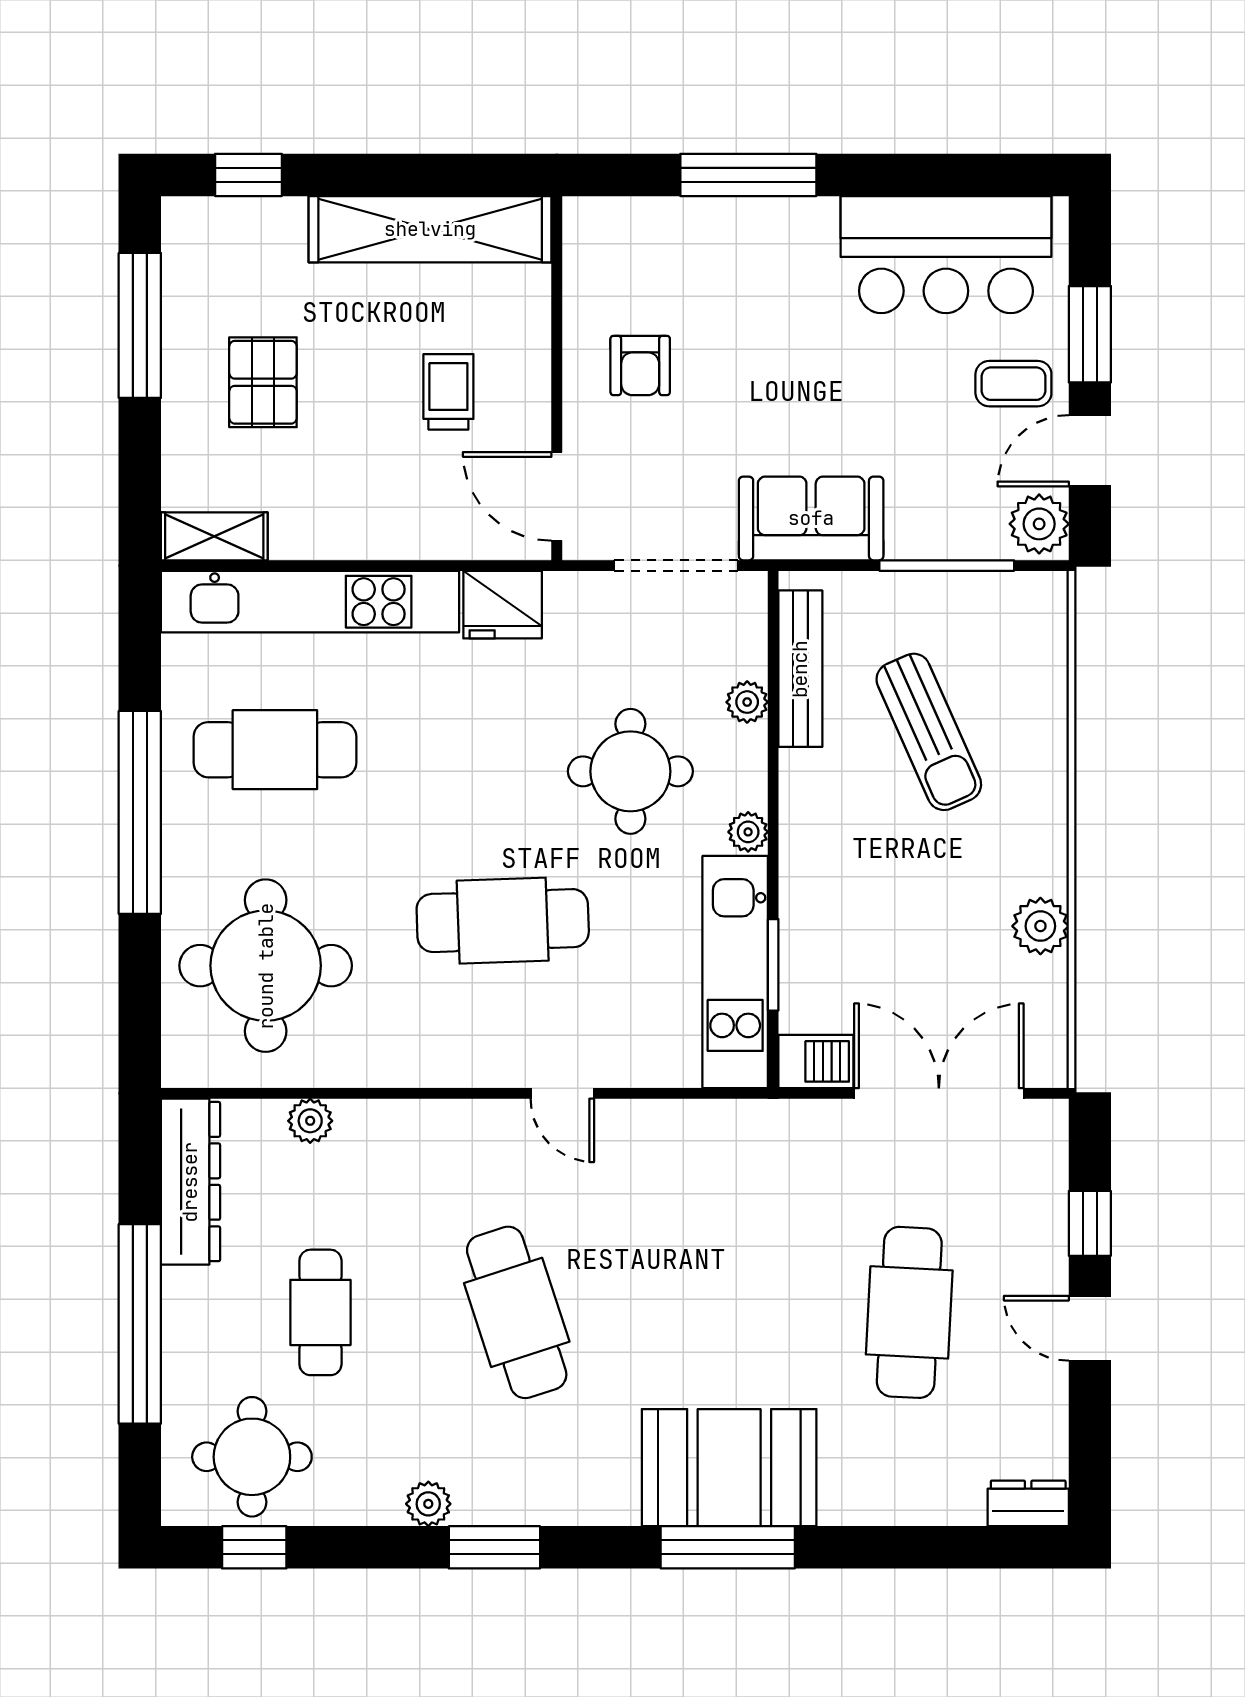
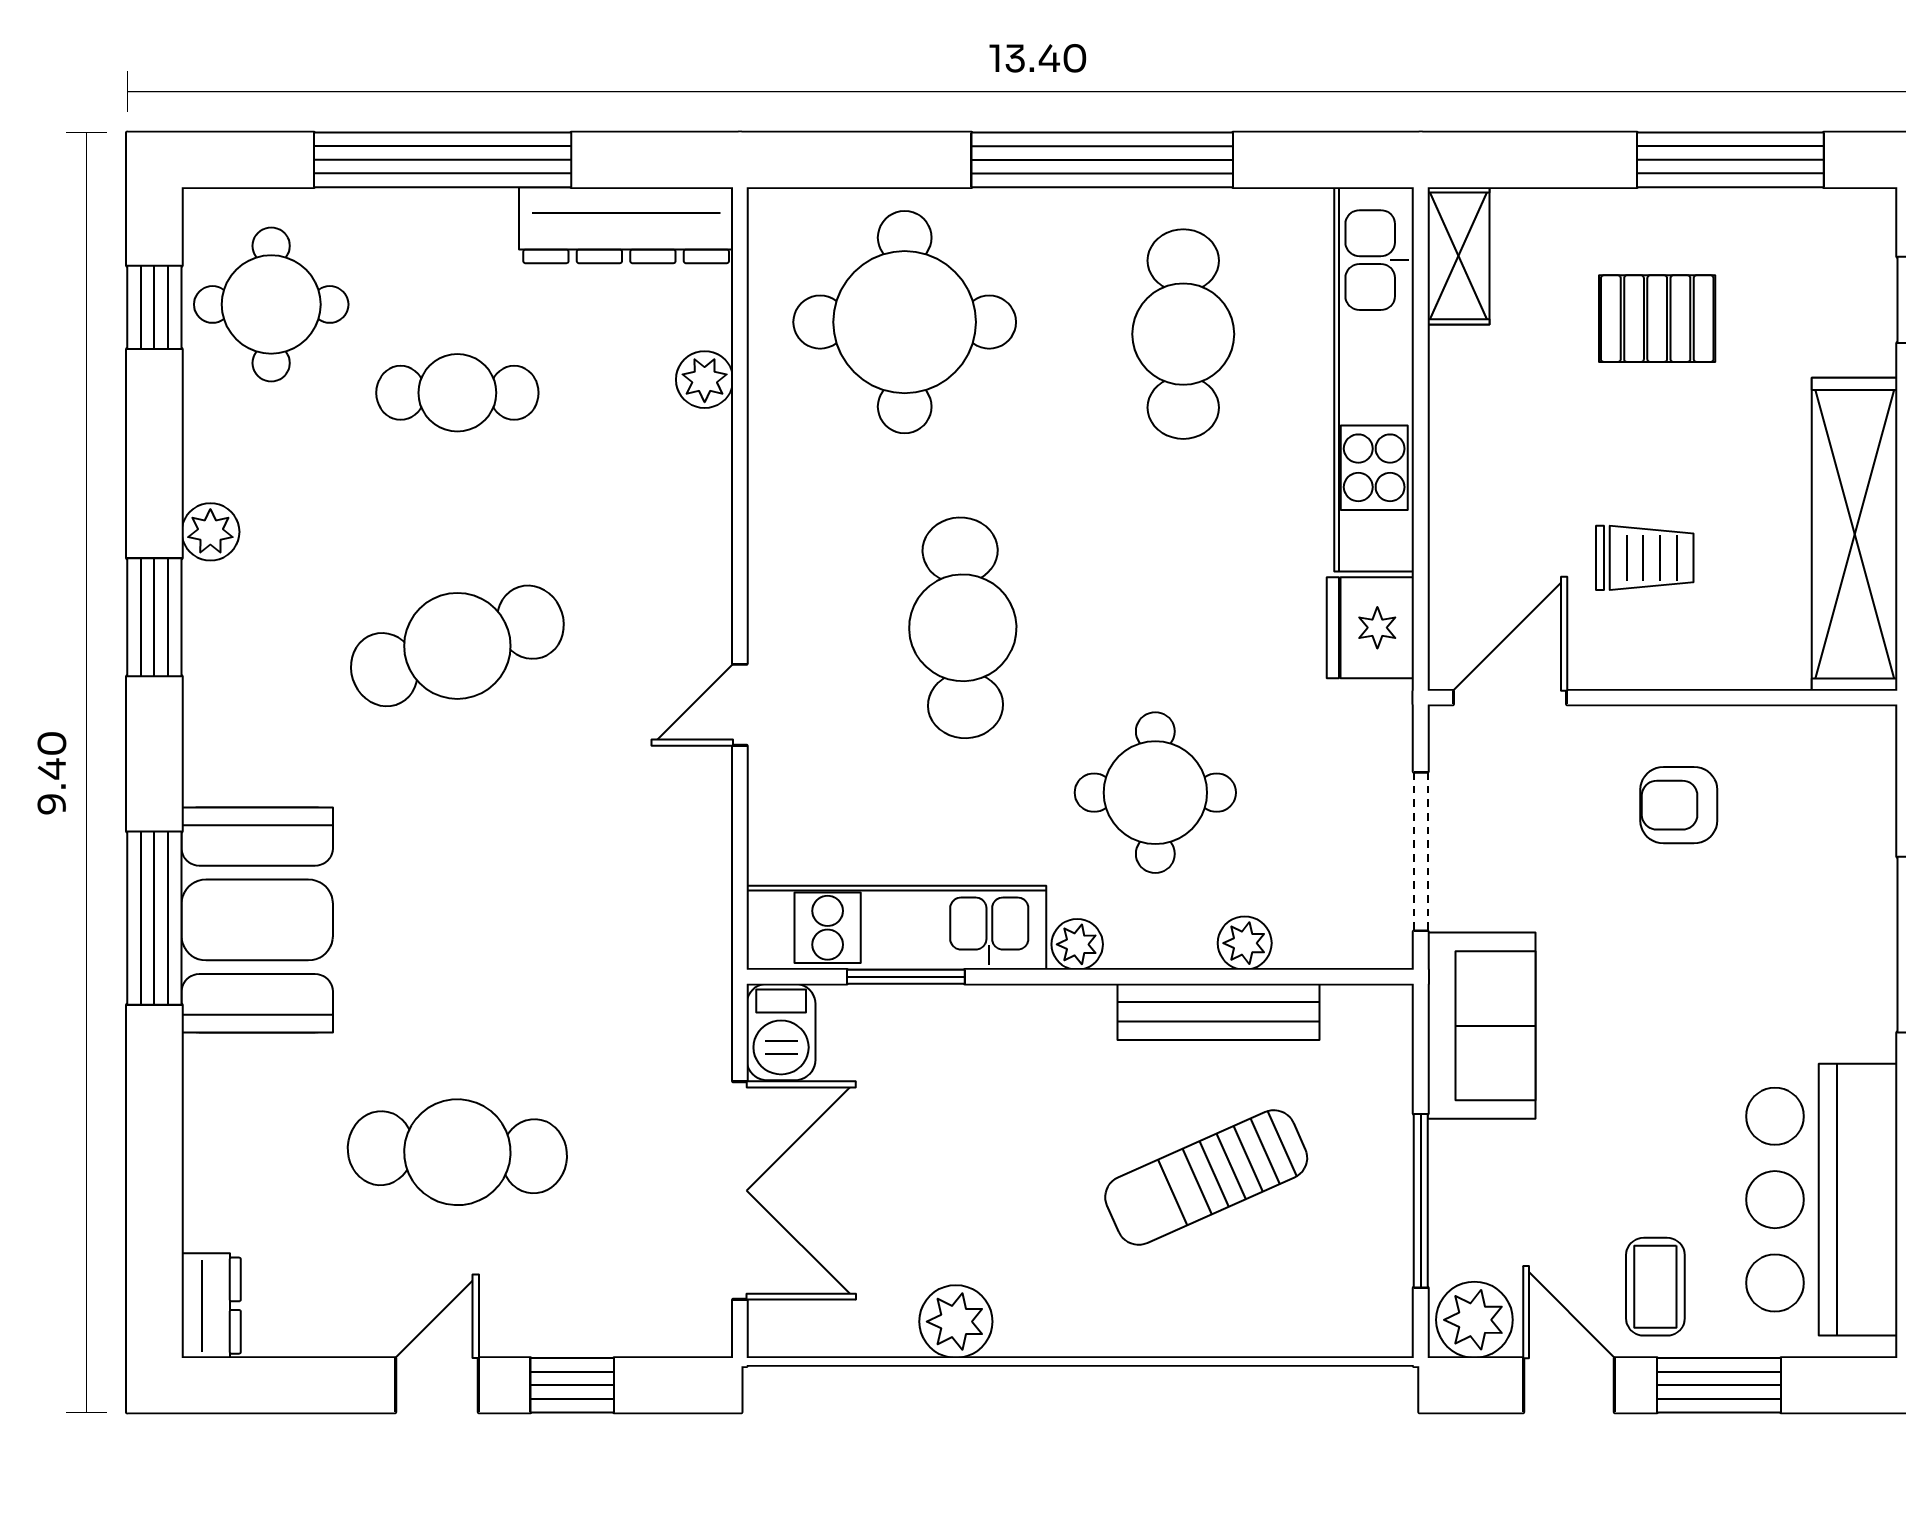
bench: (800, 669) -> (1218, 1012), moved

